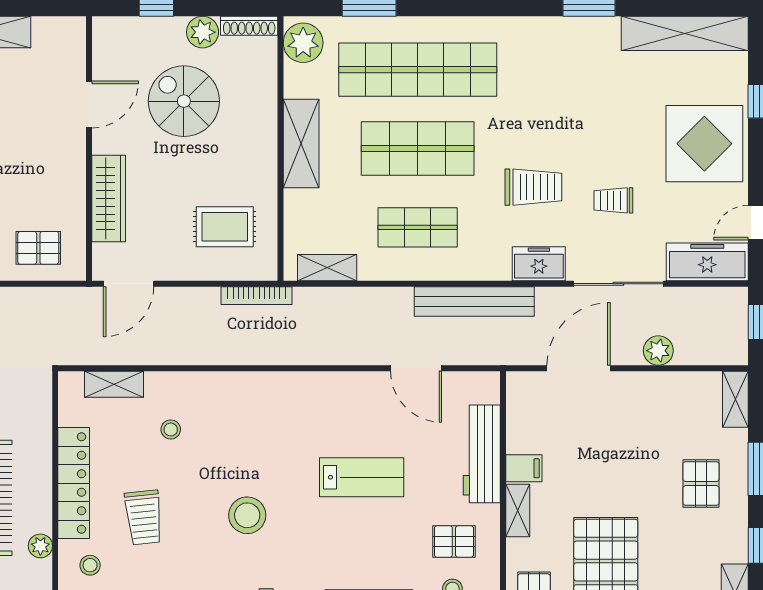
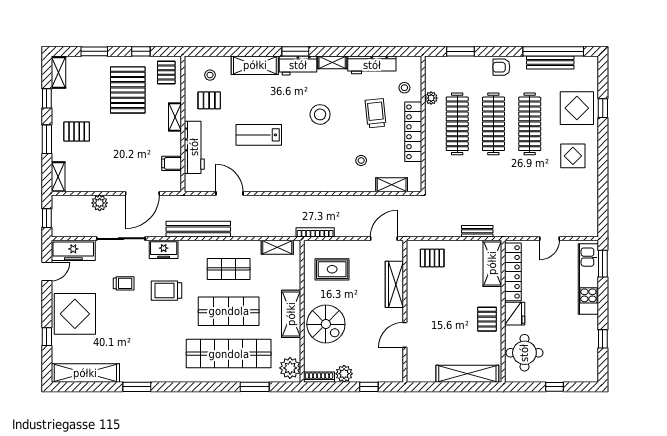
spiral stairs: (184, 101) -> (326, 324), moved
filing cabinet: (524, 468) -> (172, 163), moved
pallet: (701, 484) -> (77, 132), turned 90

